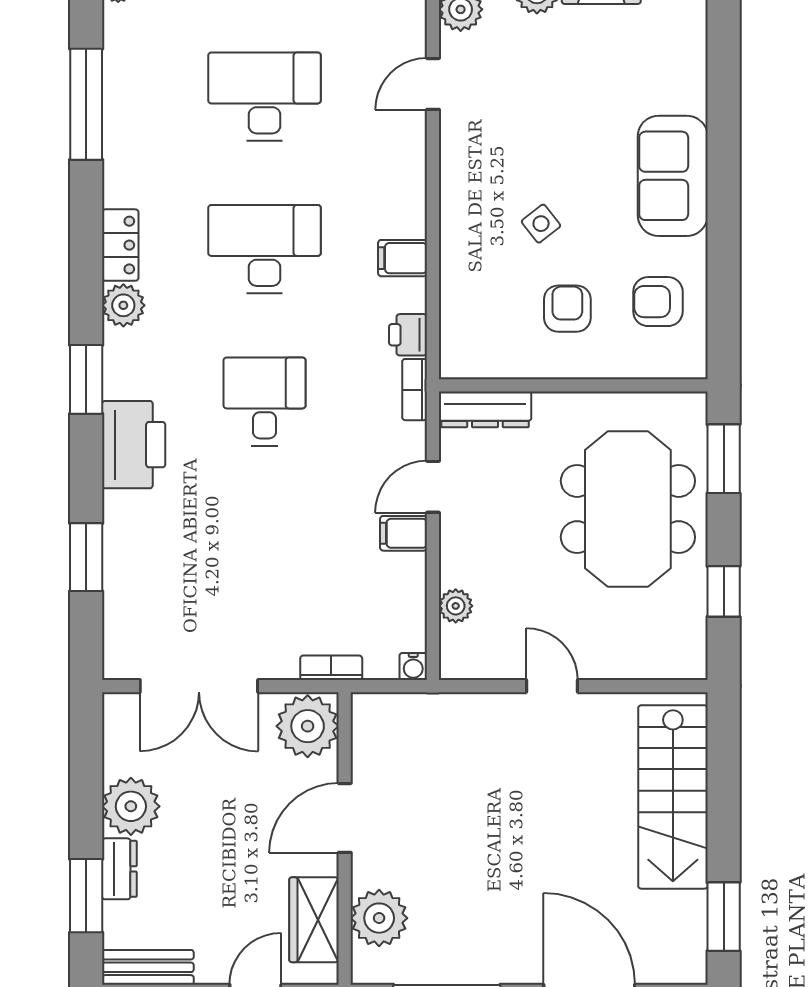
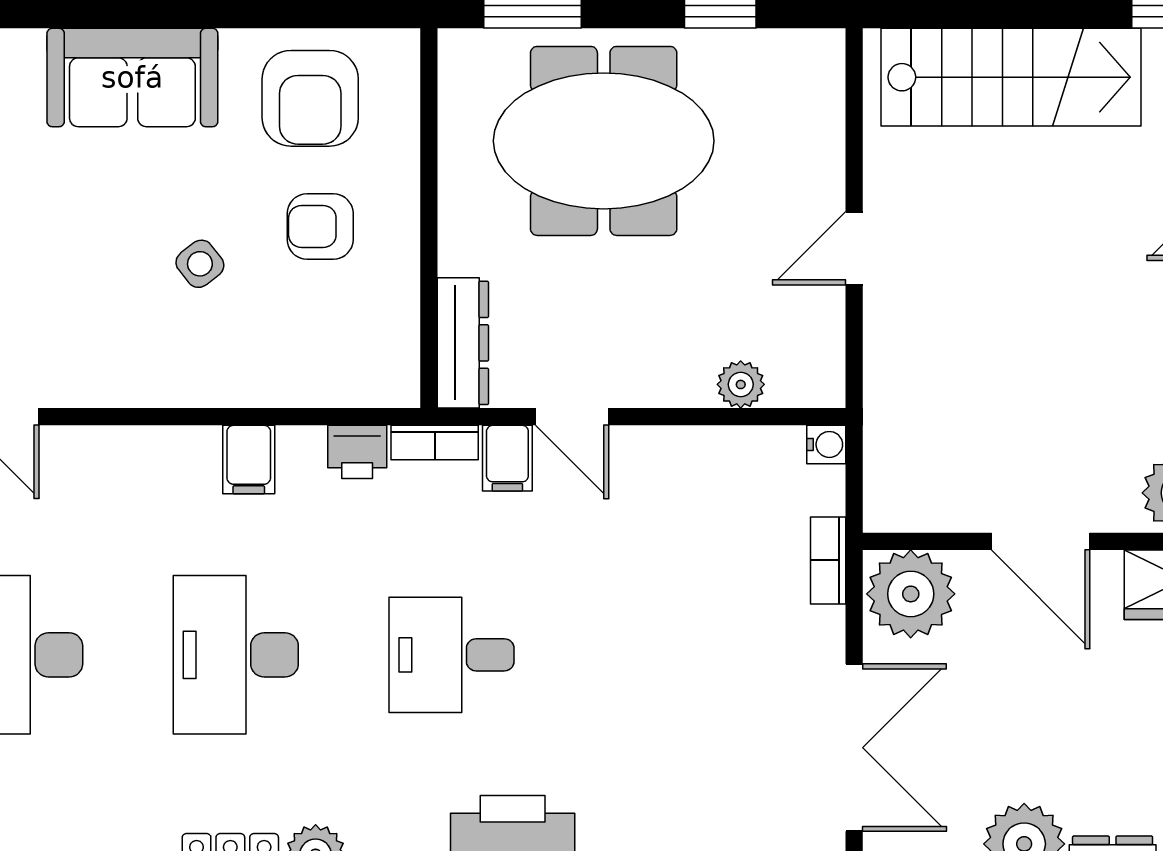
armchair: (658, 302) -> (310, 98), width x1.38, depth x1.38
filing cabinet: (404, 533) -> (507, 458), moved

